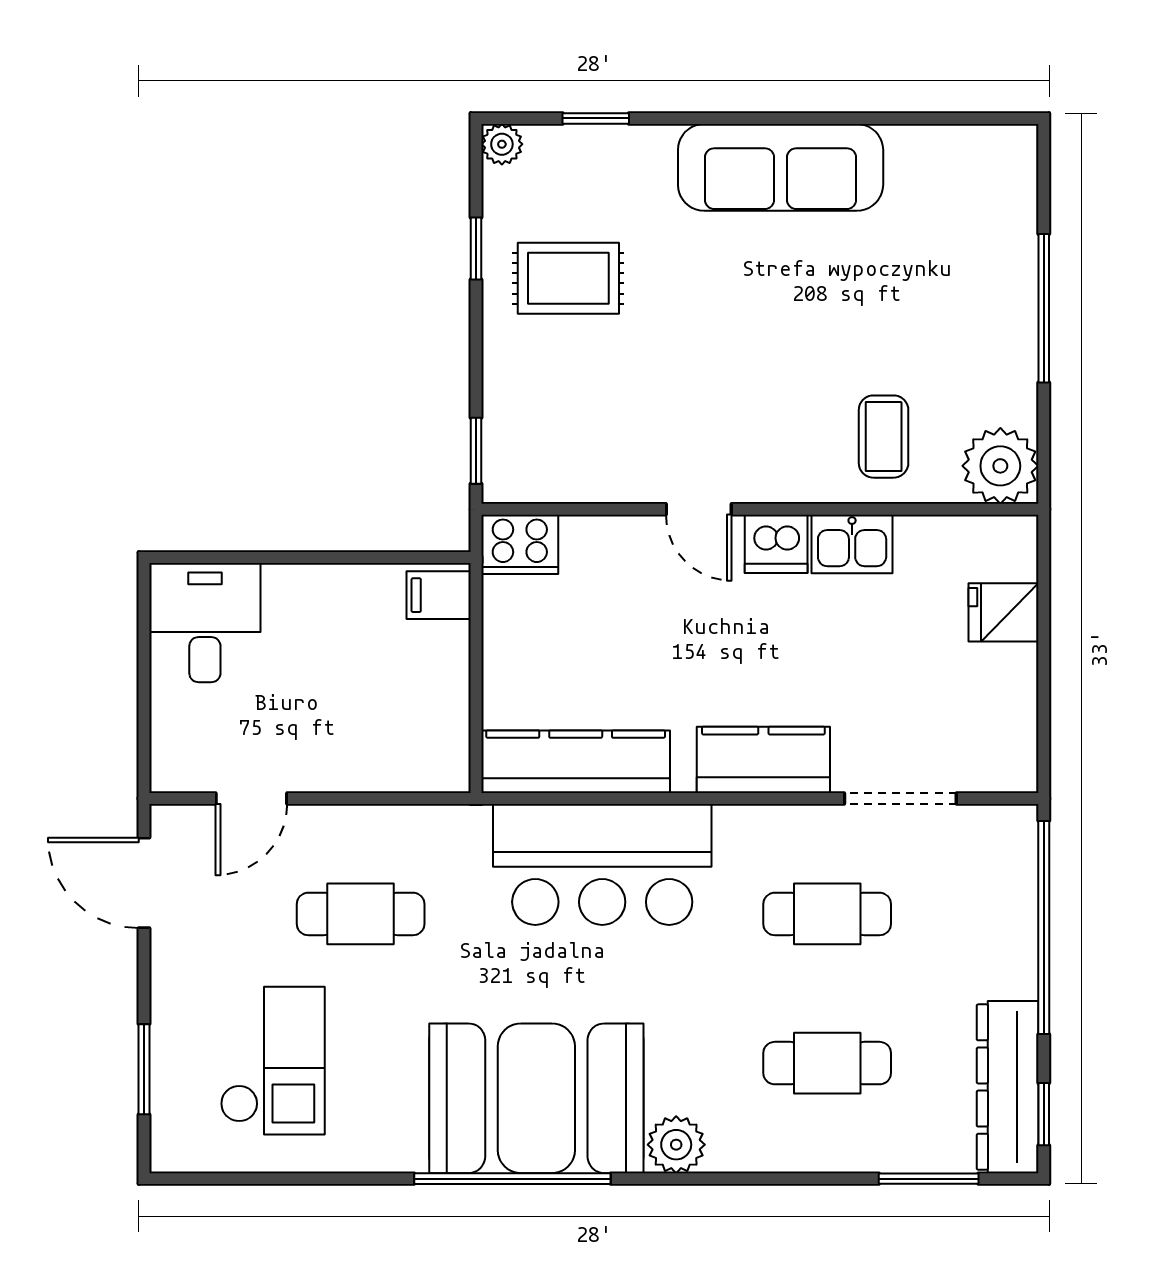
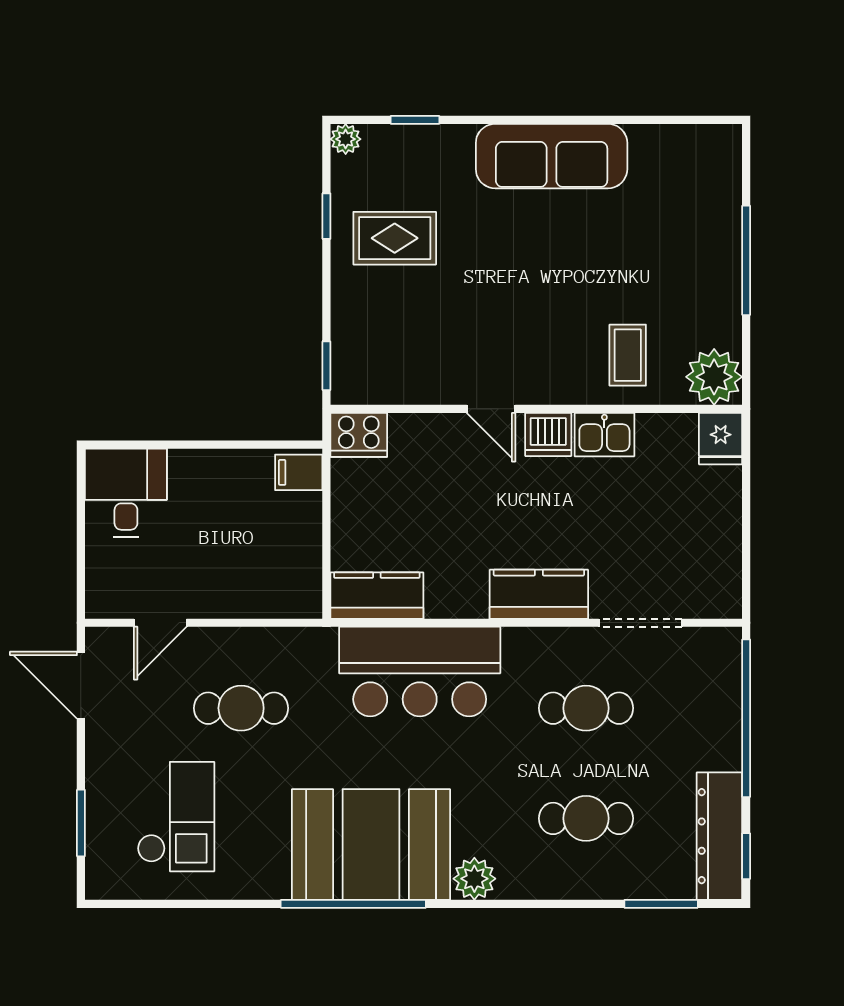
fridge: (1003, 612) -> (721, 439), moved, turned -90
kitchen counter: (576, 762) -> (377, 596), width x0.67

